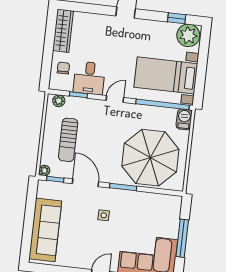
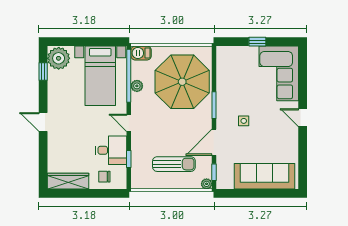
plant: (59, 101) -> (137, 86), moved
window: (182, 238) -> (257, 42), width x0.46

